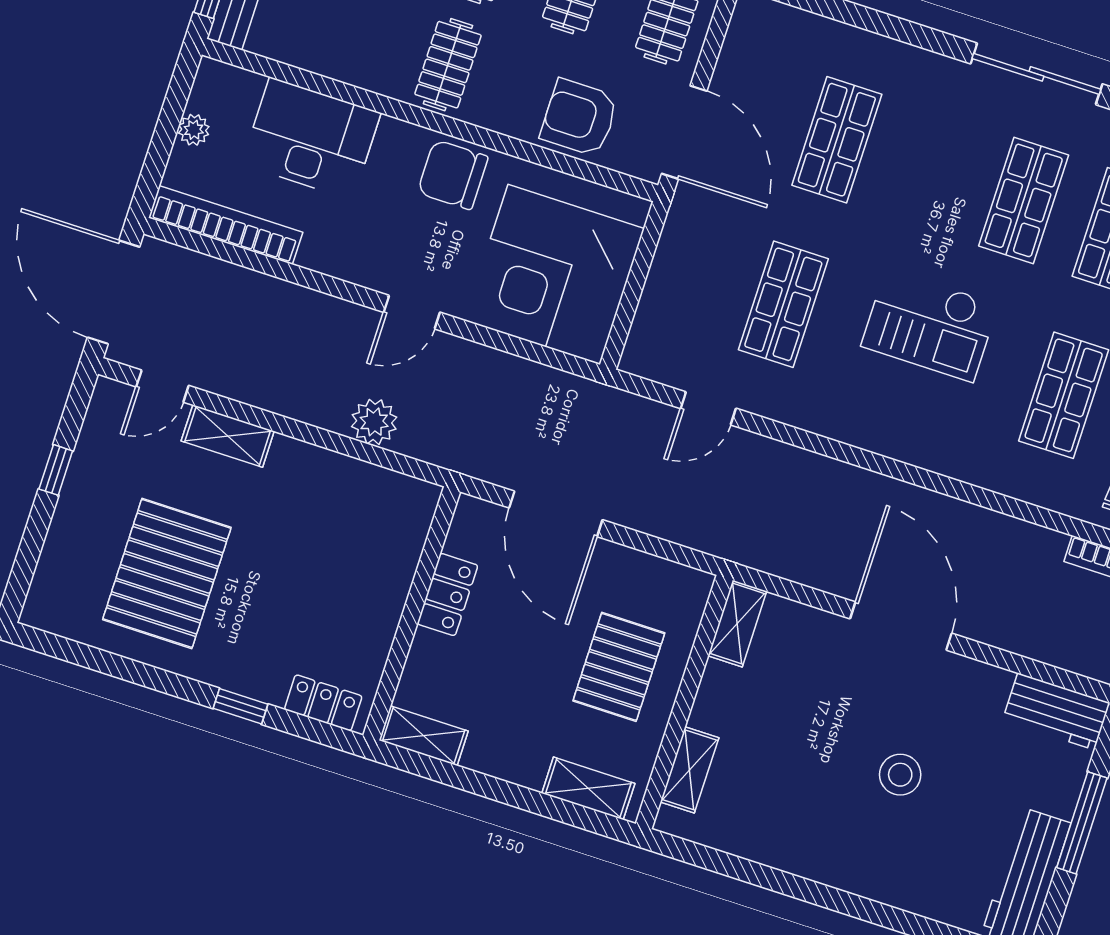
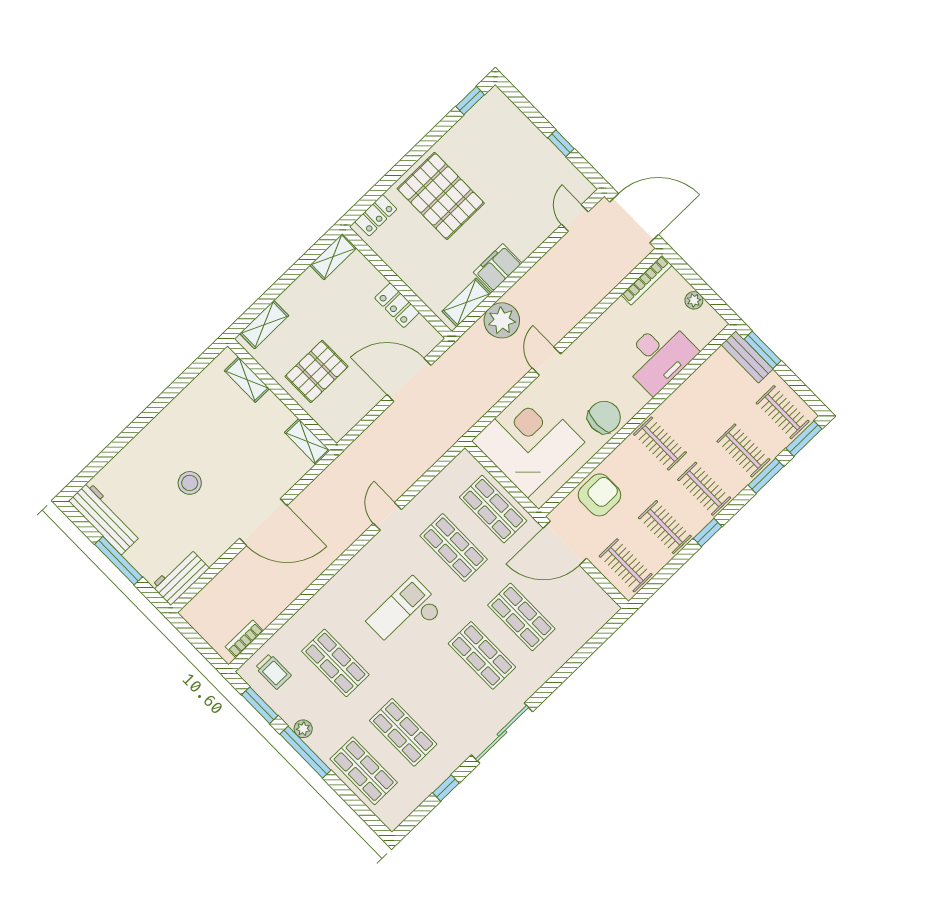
shop shelf: (1024, 200) -> (482, 655), moved
bookcase: (226, 225) -> (647, 280), width x0.68, depth x0.76
shop shelf: (690, 274) -> (493, 509), added
door: (708, 408) -> (387, 516), moved
plant: (374, 422) -> (502, 320), width x1.36, depth x1.36
shelving: (228, 436) -> (466, 302), moved
filing cabinet: (305, 467) -> (498, 268), added
pallet: (167, 573) -> (441, 196), moved
pallet: (619, 667) -> (316, 371), turned 90
window: (240, 706) -> (470, 101), moved

